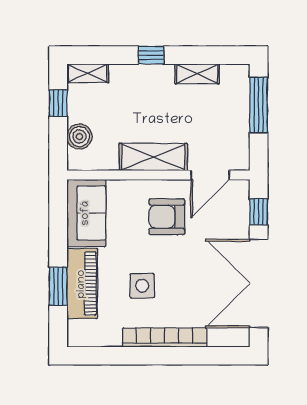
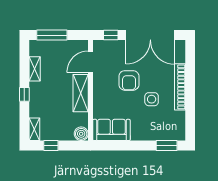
boiler: (79, 137) -> (81, 134), moved
door: (210, 175) -> (90, 62), swing flipped
armchair: (167, 217) -> (129, 80), moved
piano: (82, 284) -> (150, 132), removed
window: (58, 286) -> (167, 146), moved

